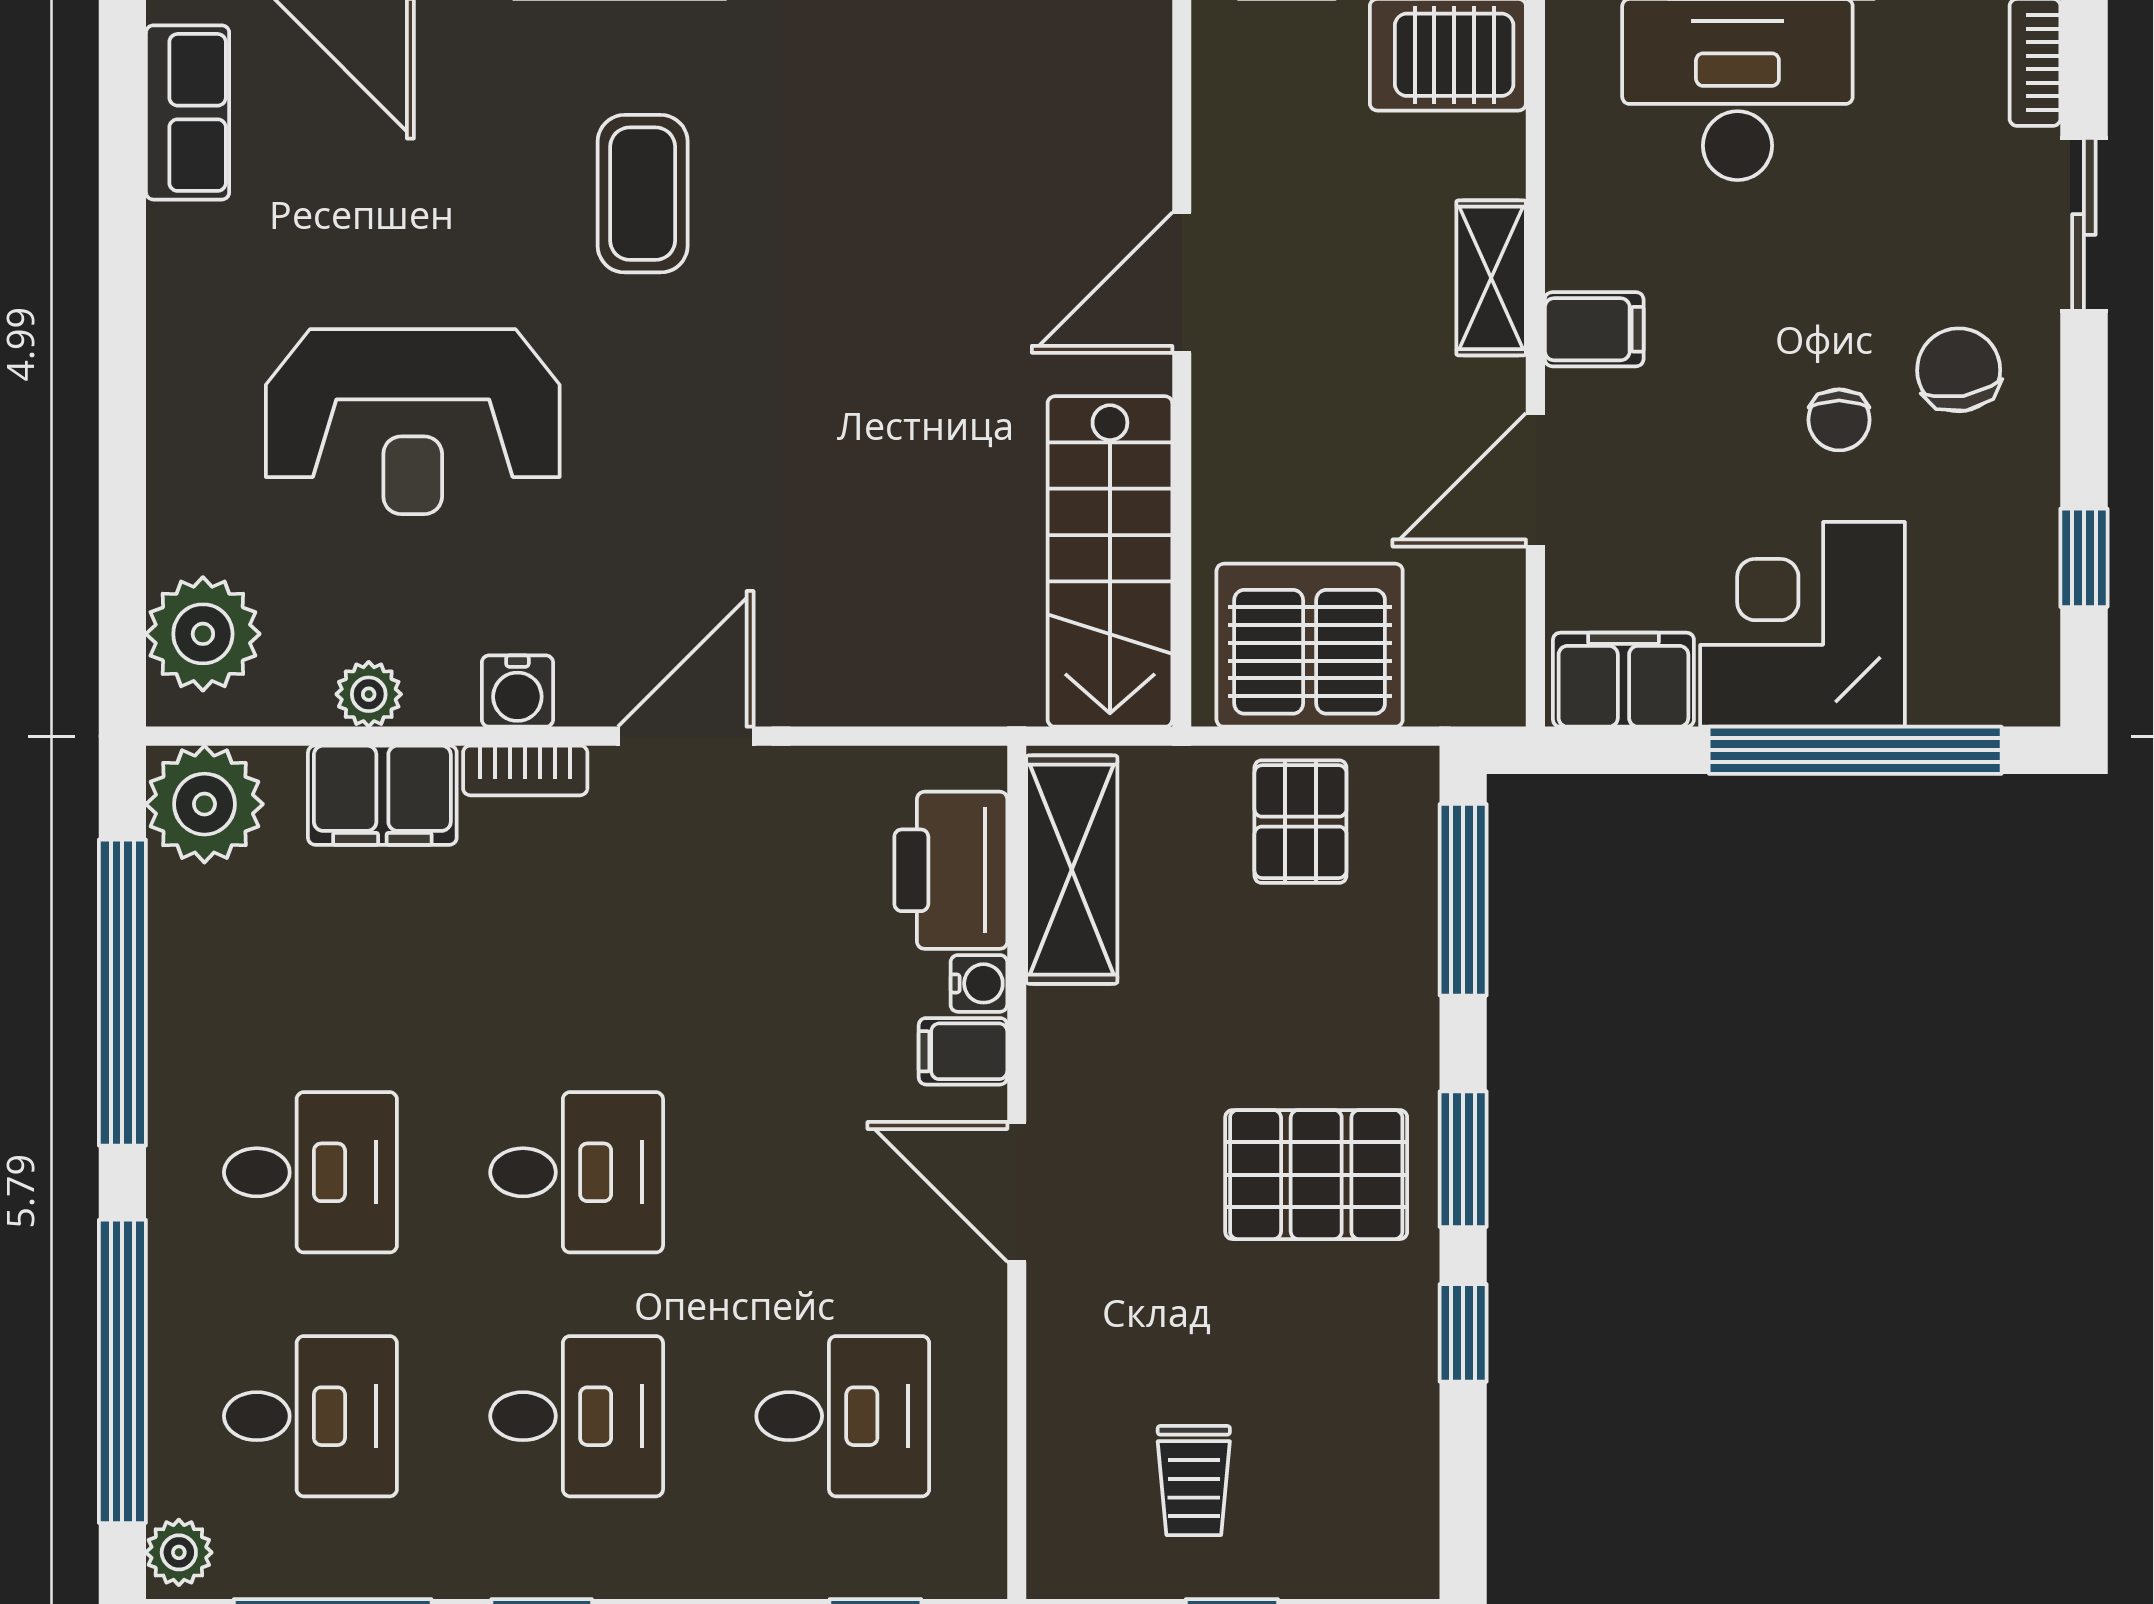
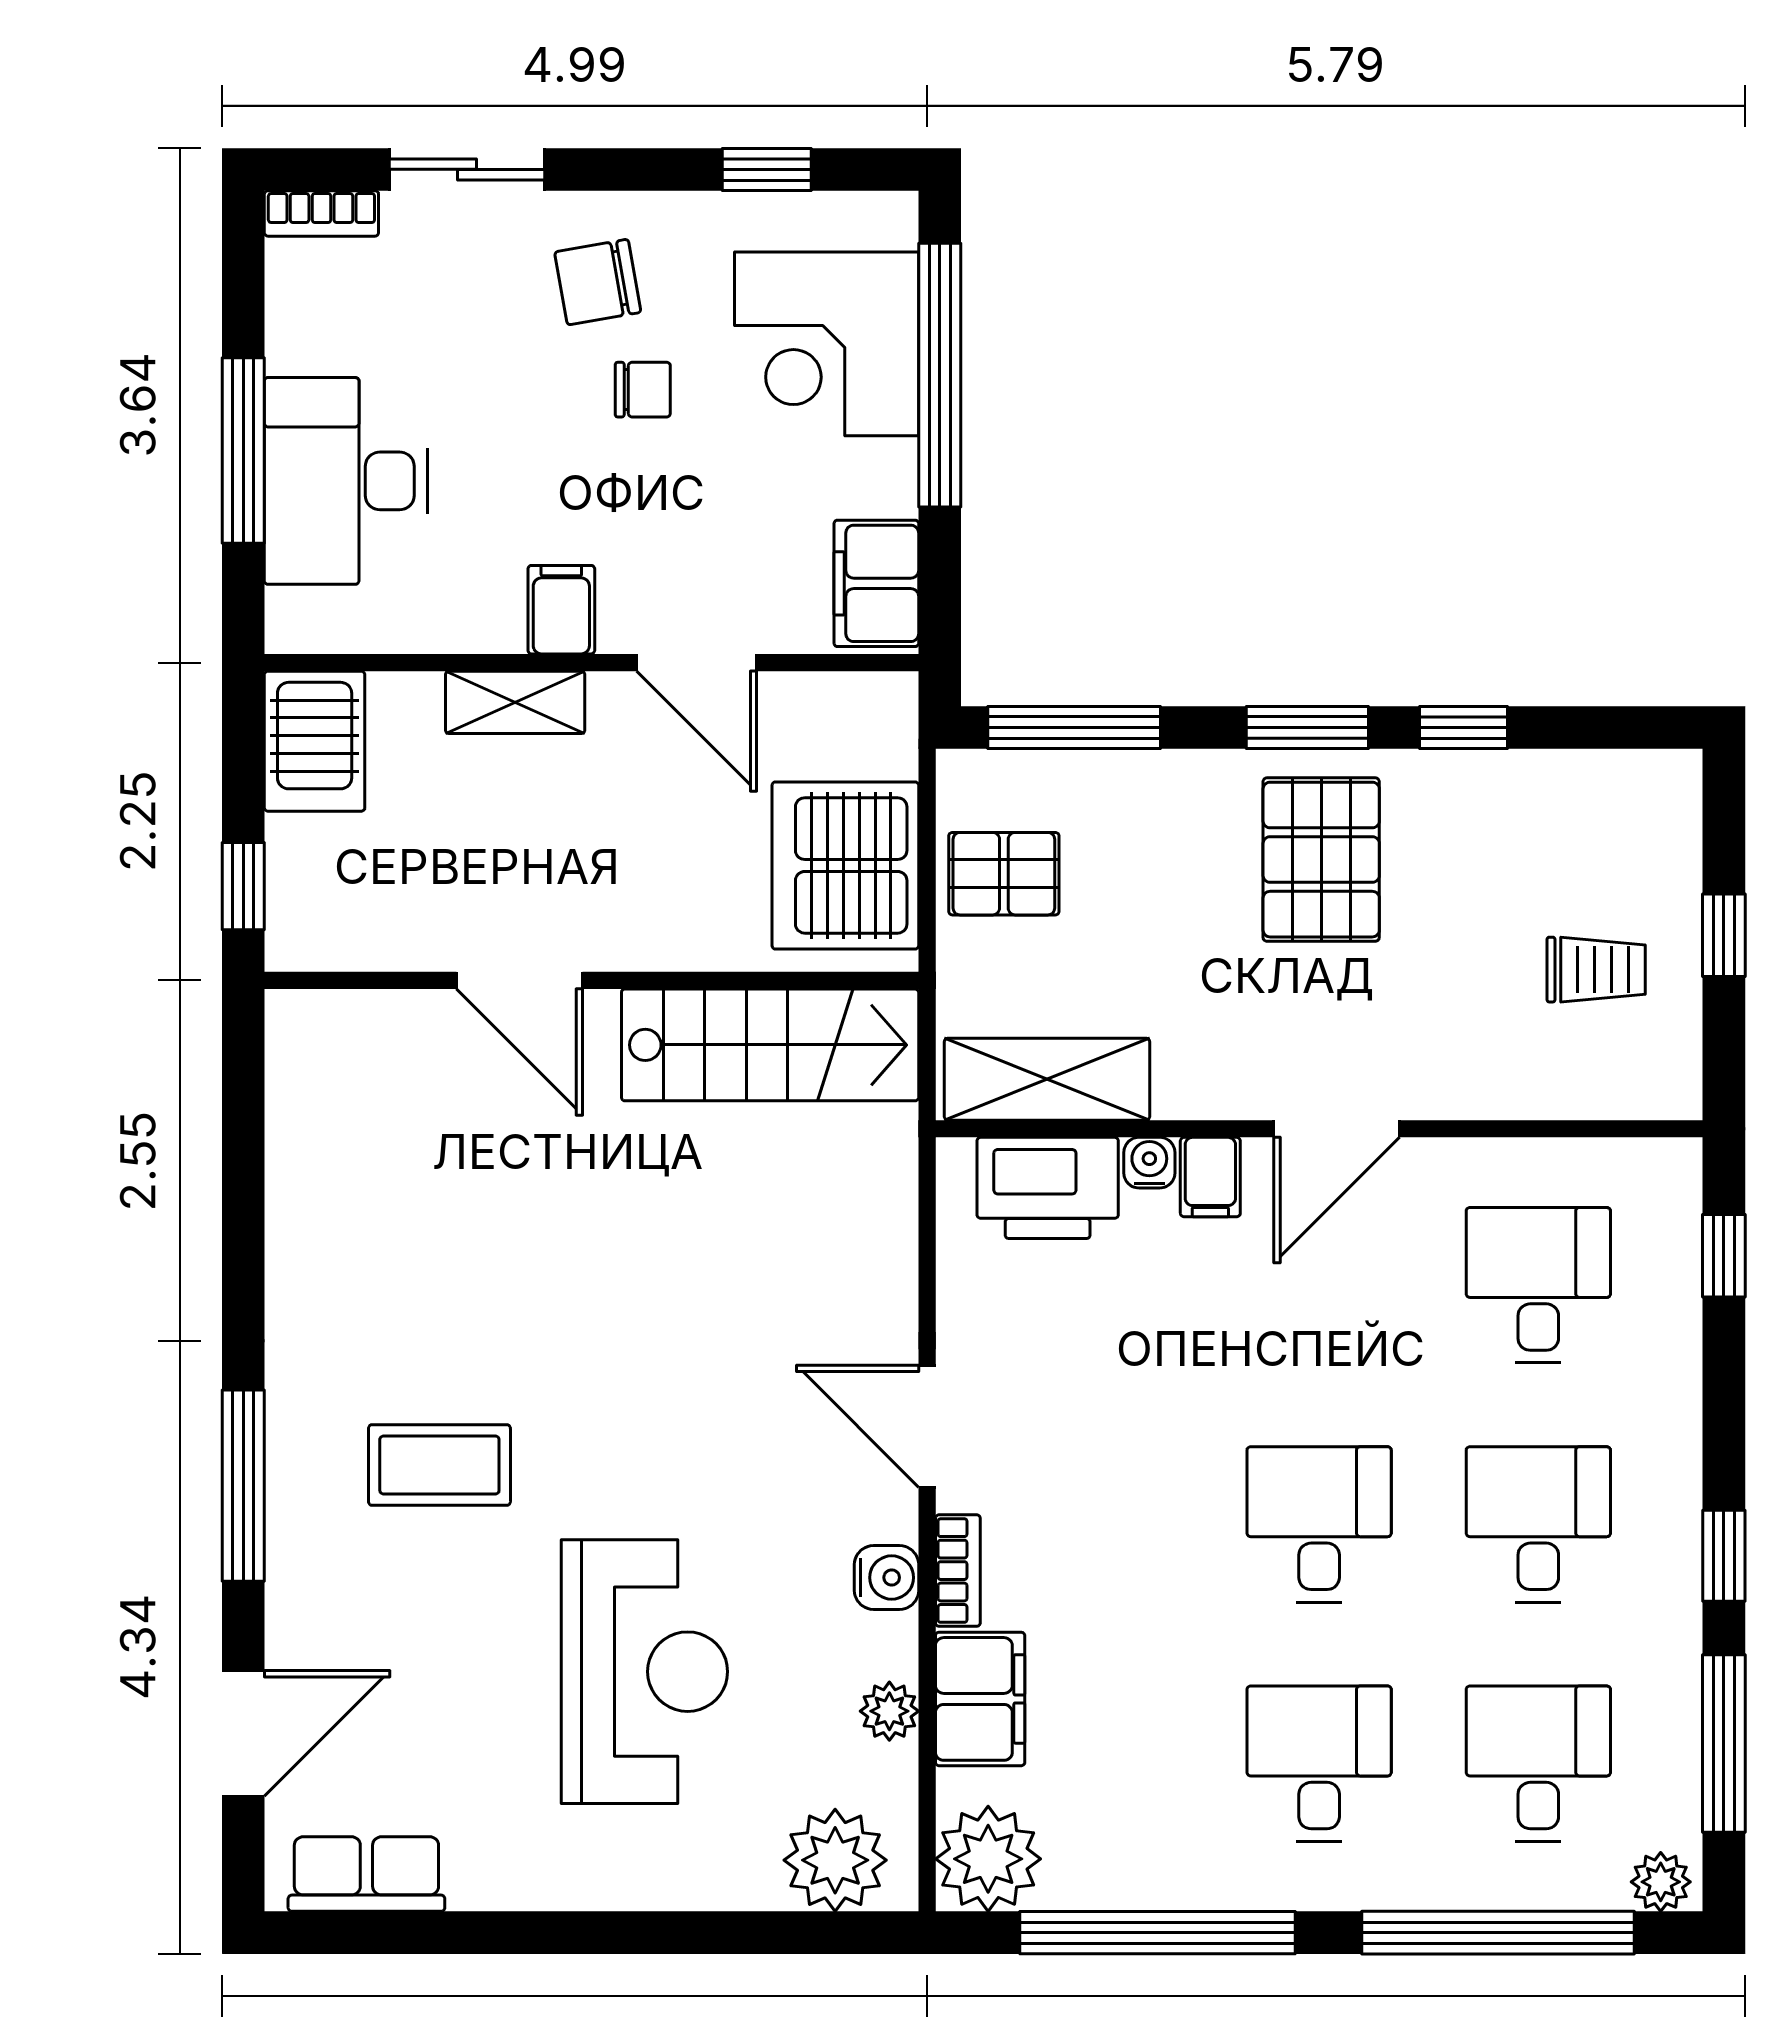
corner desk: (1803, 624) -> (827, 344), moved

